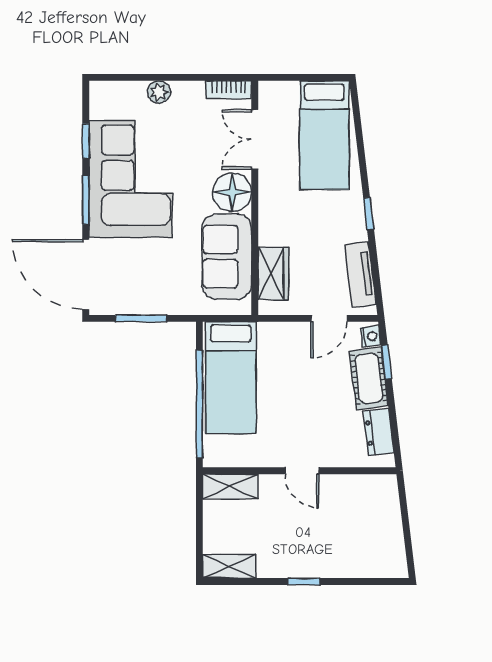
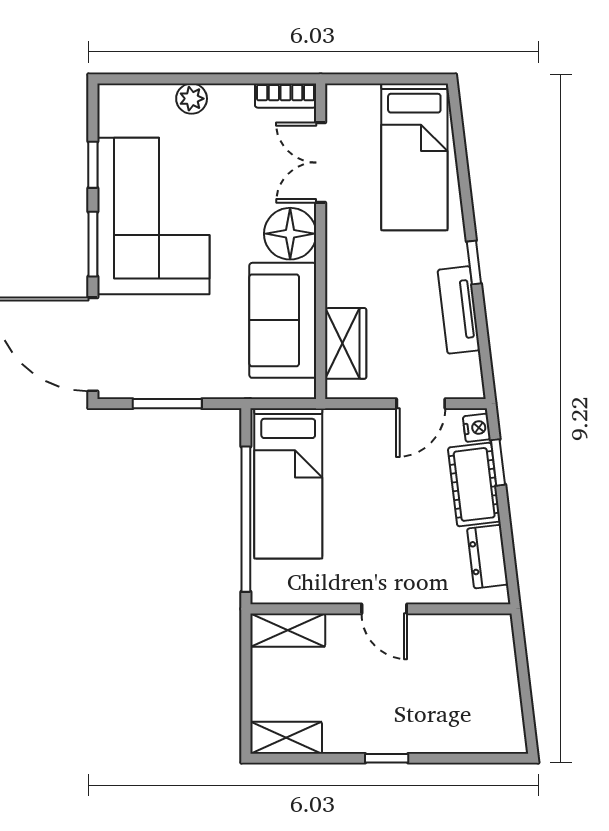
tv unit: (360, 274) -> (459, 310), moved

